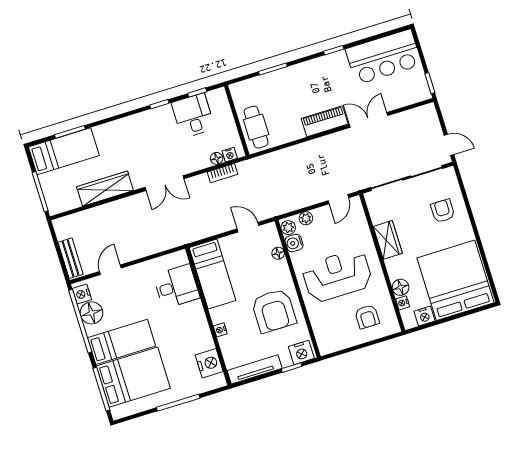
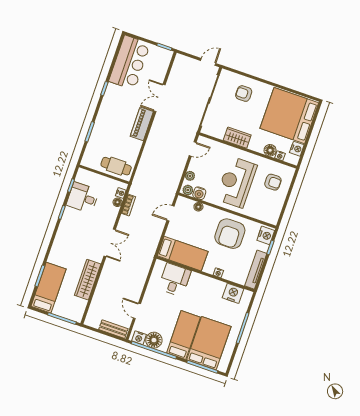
door: (338, 199) -> (193, 149), hinge flipped
armchair: (274, 311) -> (230, 234), turned 90

